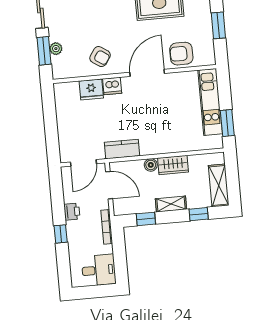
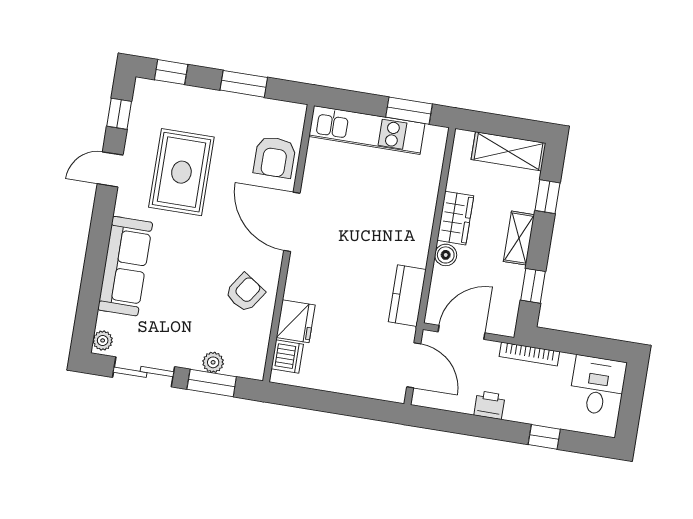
dishwasher: (112, 86) -> (287, 357), moved
window: (61, 234) -> (544, 437), moved

